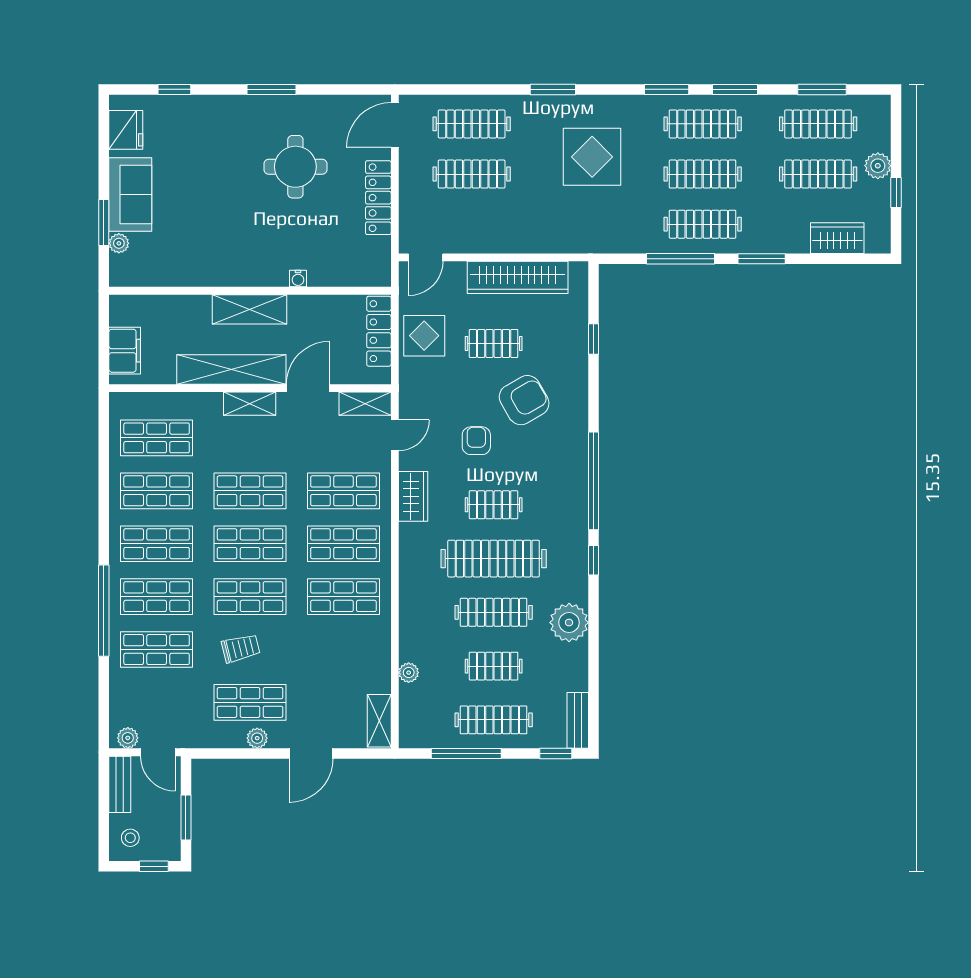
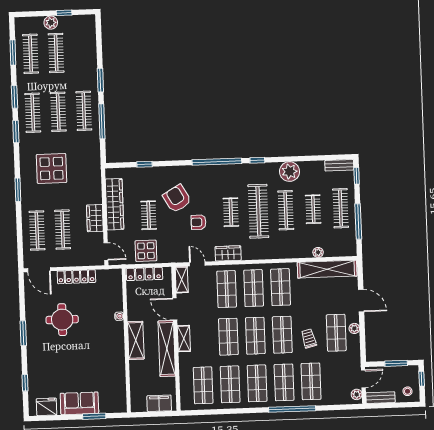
wardrobe: (837, 238) -> (95, 218), moved
plant: (119, 243) -> (105, 408), removed
shelving: (379, 721) -> (327, 269), width x2.20, depth x1.33

